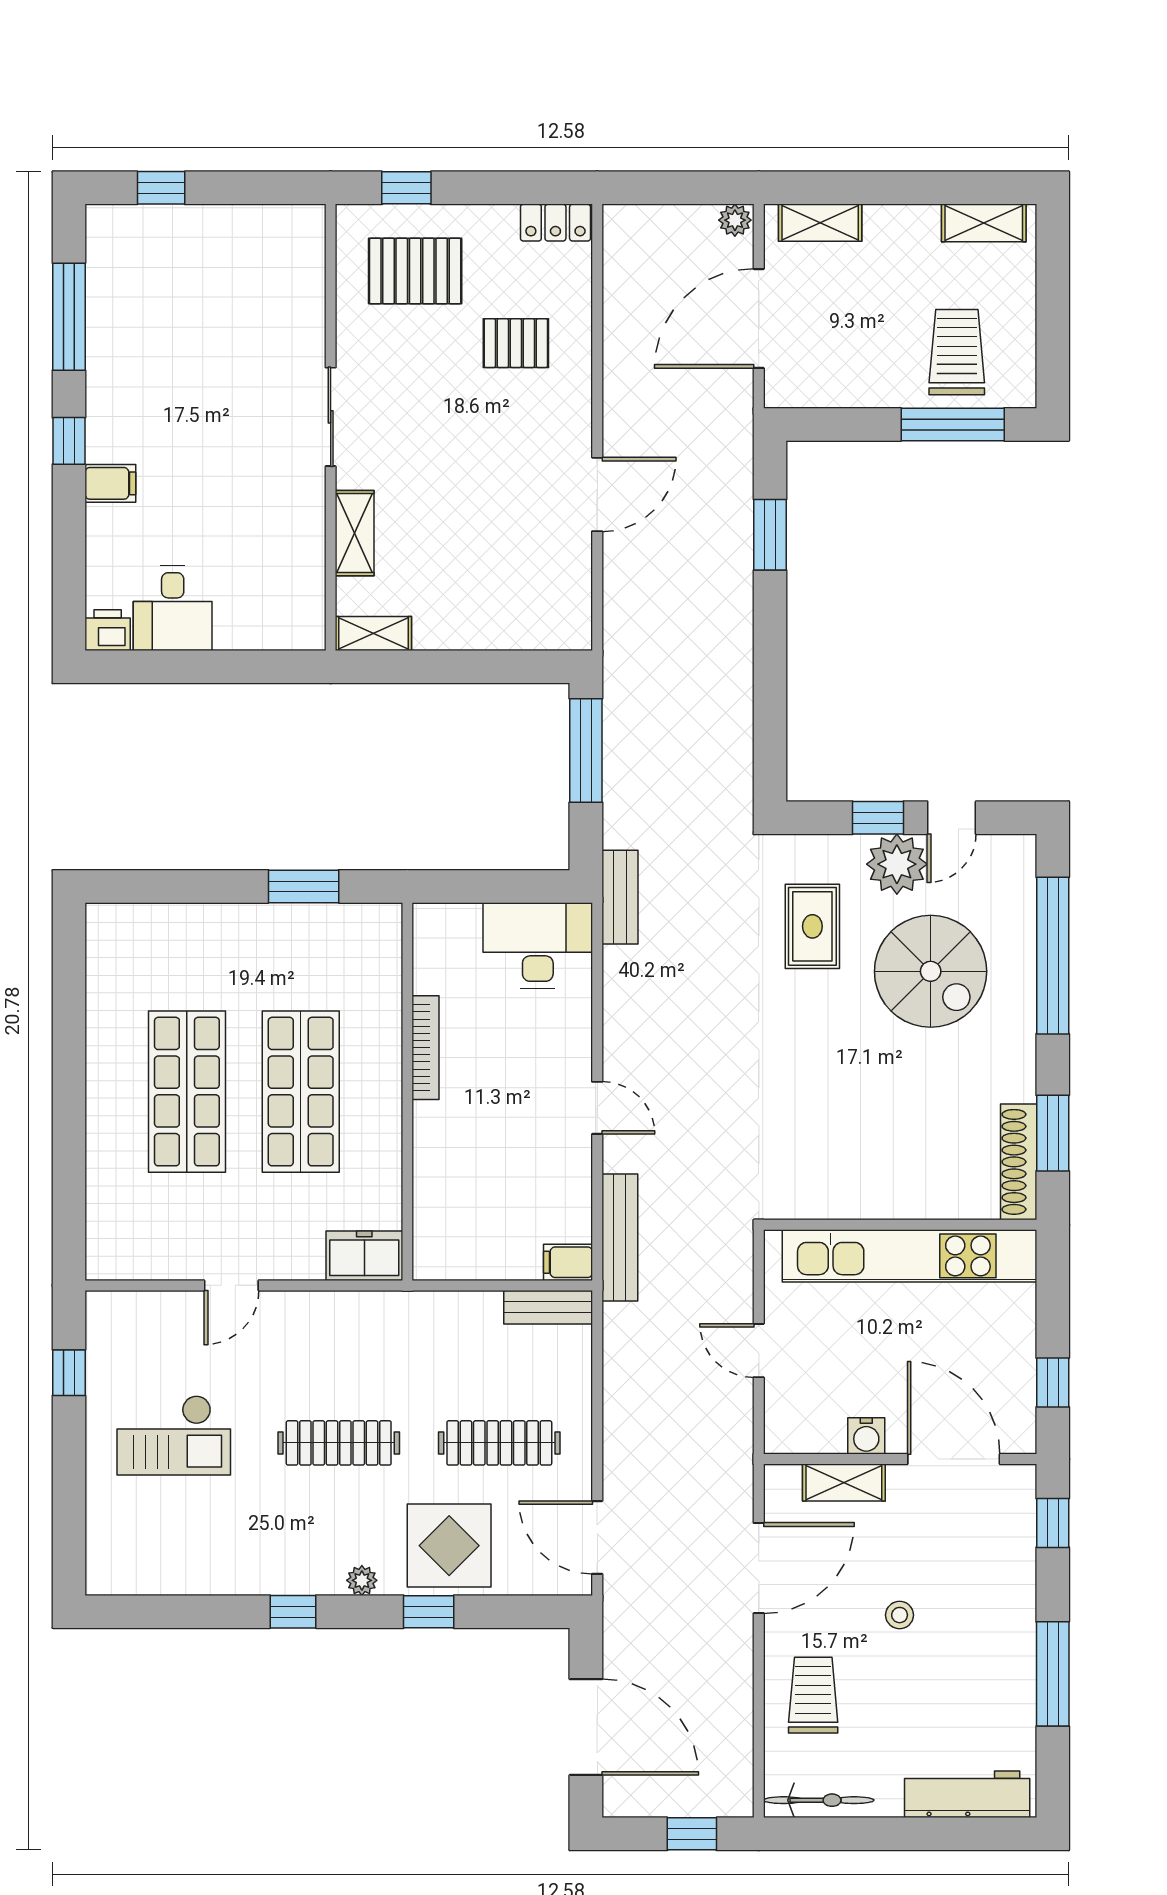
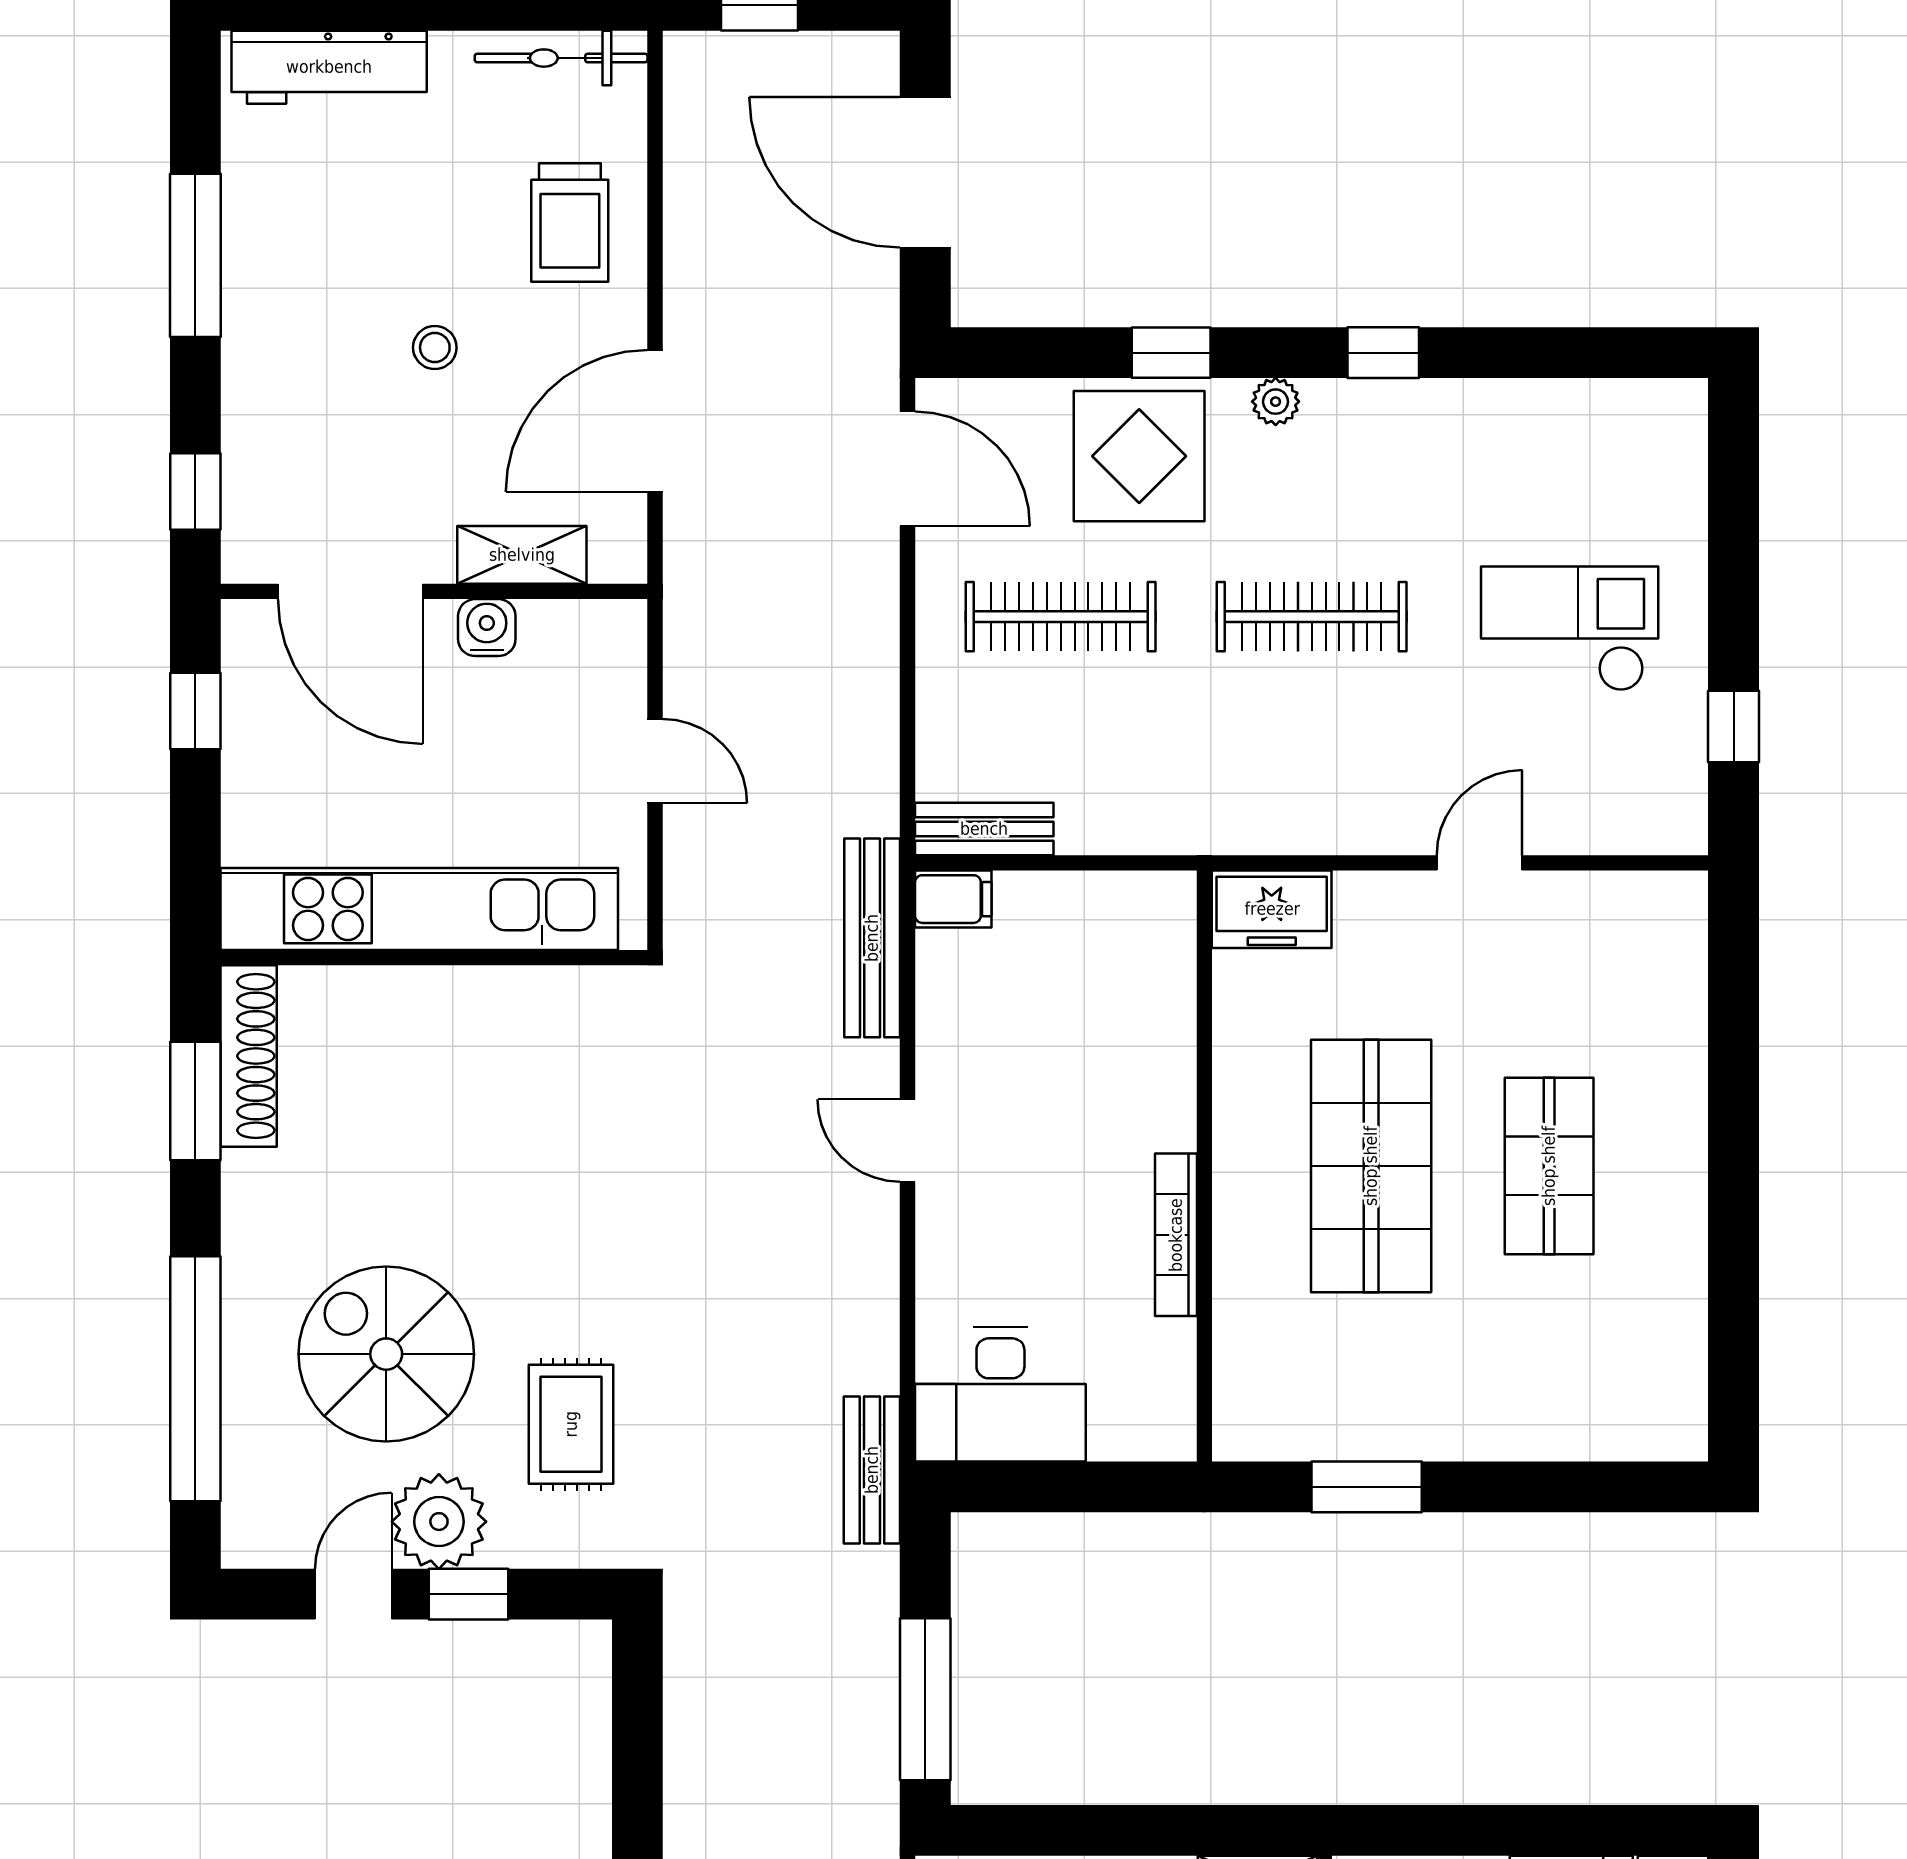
shop shelf: (187, 1092) -> (1549, 1166), width x0.70, depth x0.74

